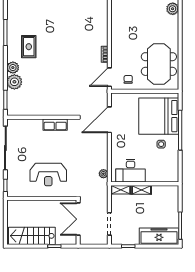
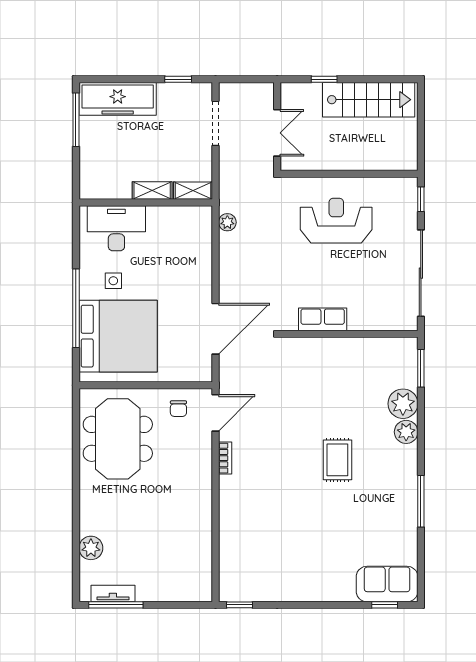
rug: (29, 47) -> (337, 460), moved
desk: (131, 171) -> (116, 228), moved
double door: (78, 219) -> (277, 133), width x0.73

